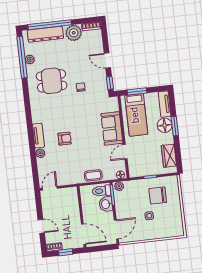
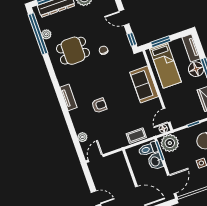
tv unit: (38, 136) -> (68, 97), moved
door: (125, 152) -> (167, 115), moved
plant: (40, 153) -> (82, 137), moved
plant: (119, 186) -> (170, 143), width x1.87, depth x1.87

